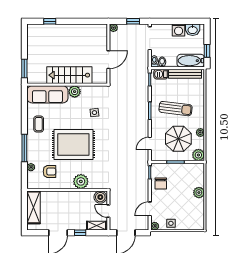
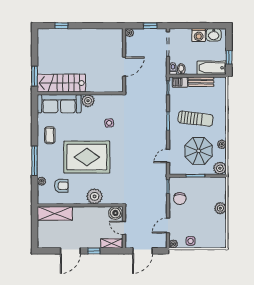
bench: (185, 74) -> (201, 82), width x0.73
stairs: (69, 75) -> (61, 83), moved
shelving: (34, 207) -> (55, 213), moved, turned 90

